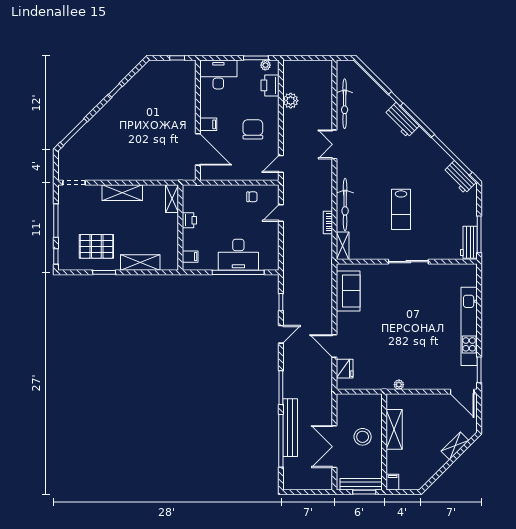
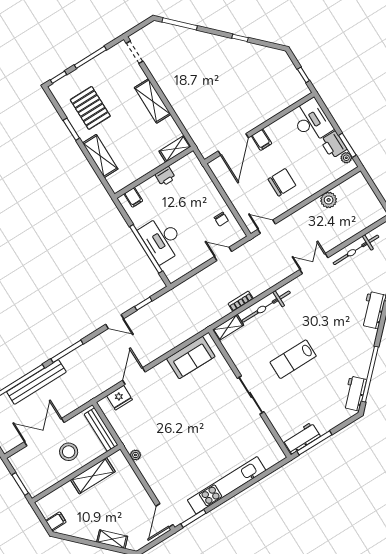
printer: (270, 85) -> (334, 145), moved, turned -90
filing cabinet: (393, 482) -> (56, 521), moved
bench: (361, 484) -> (101, 430), moved

